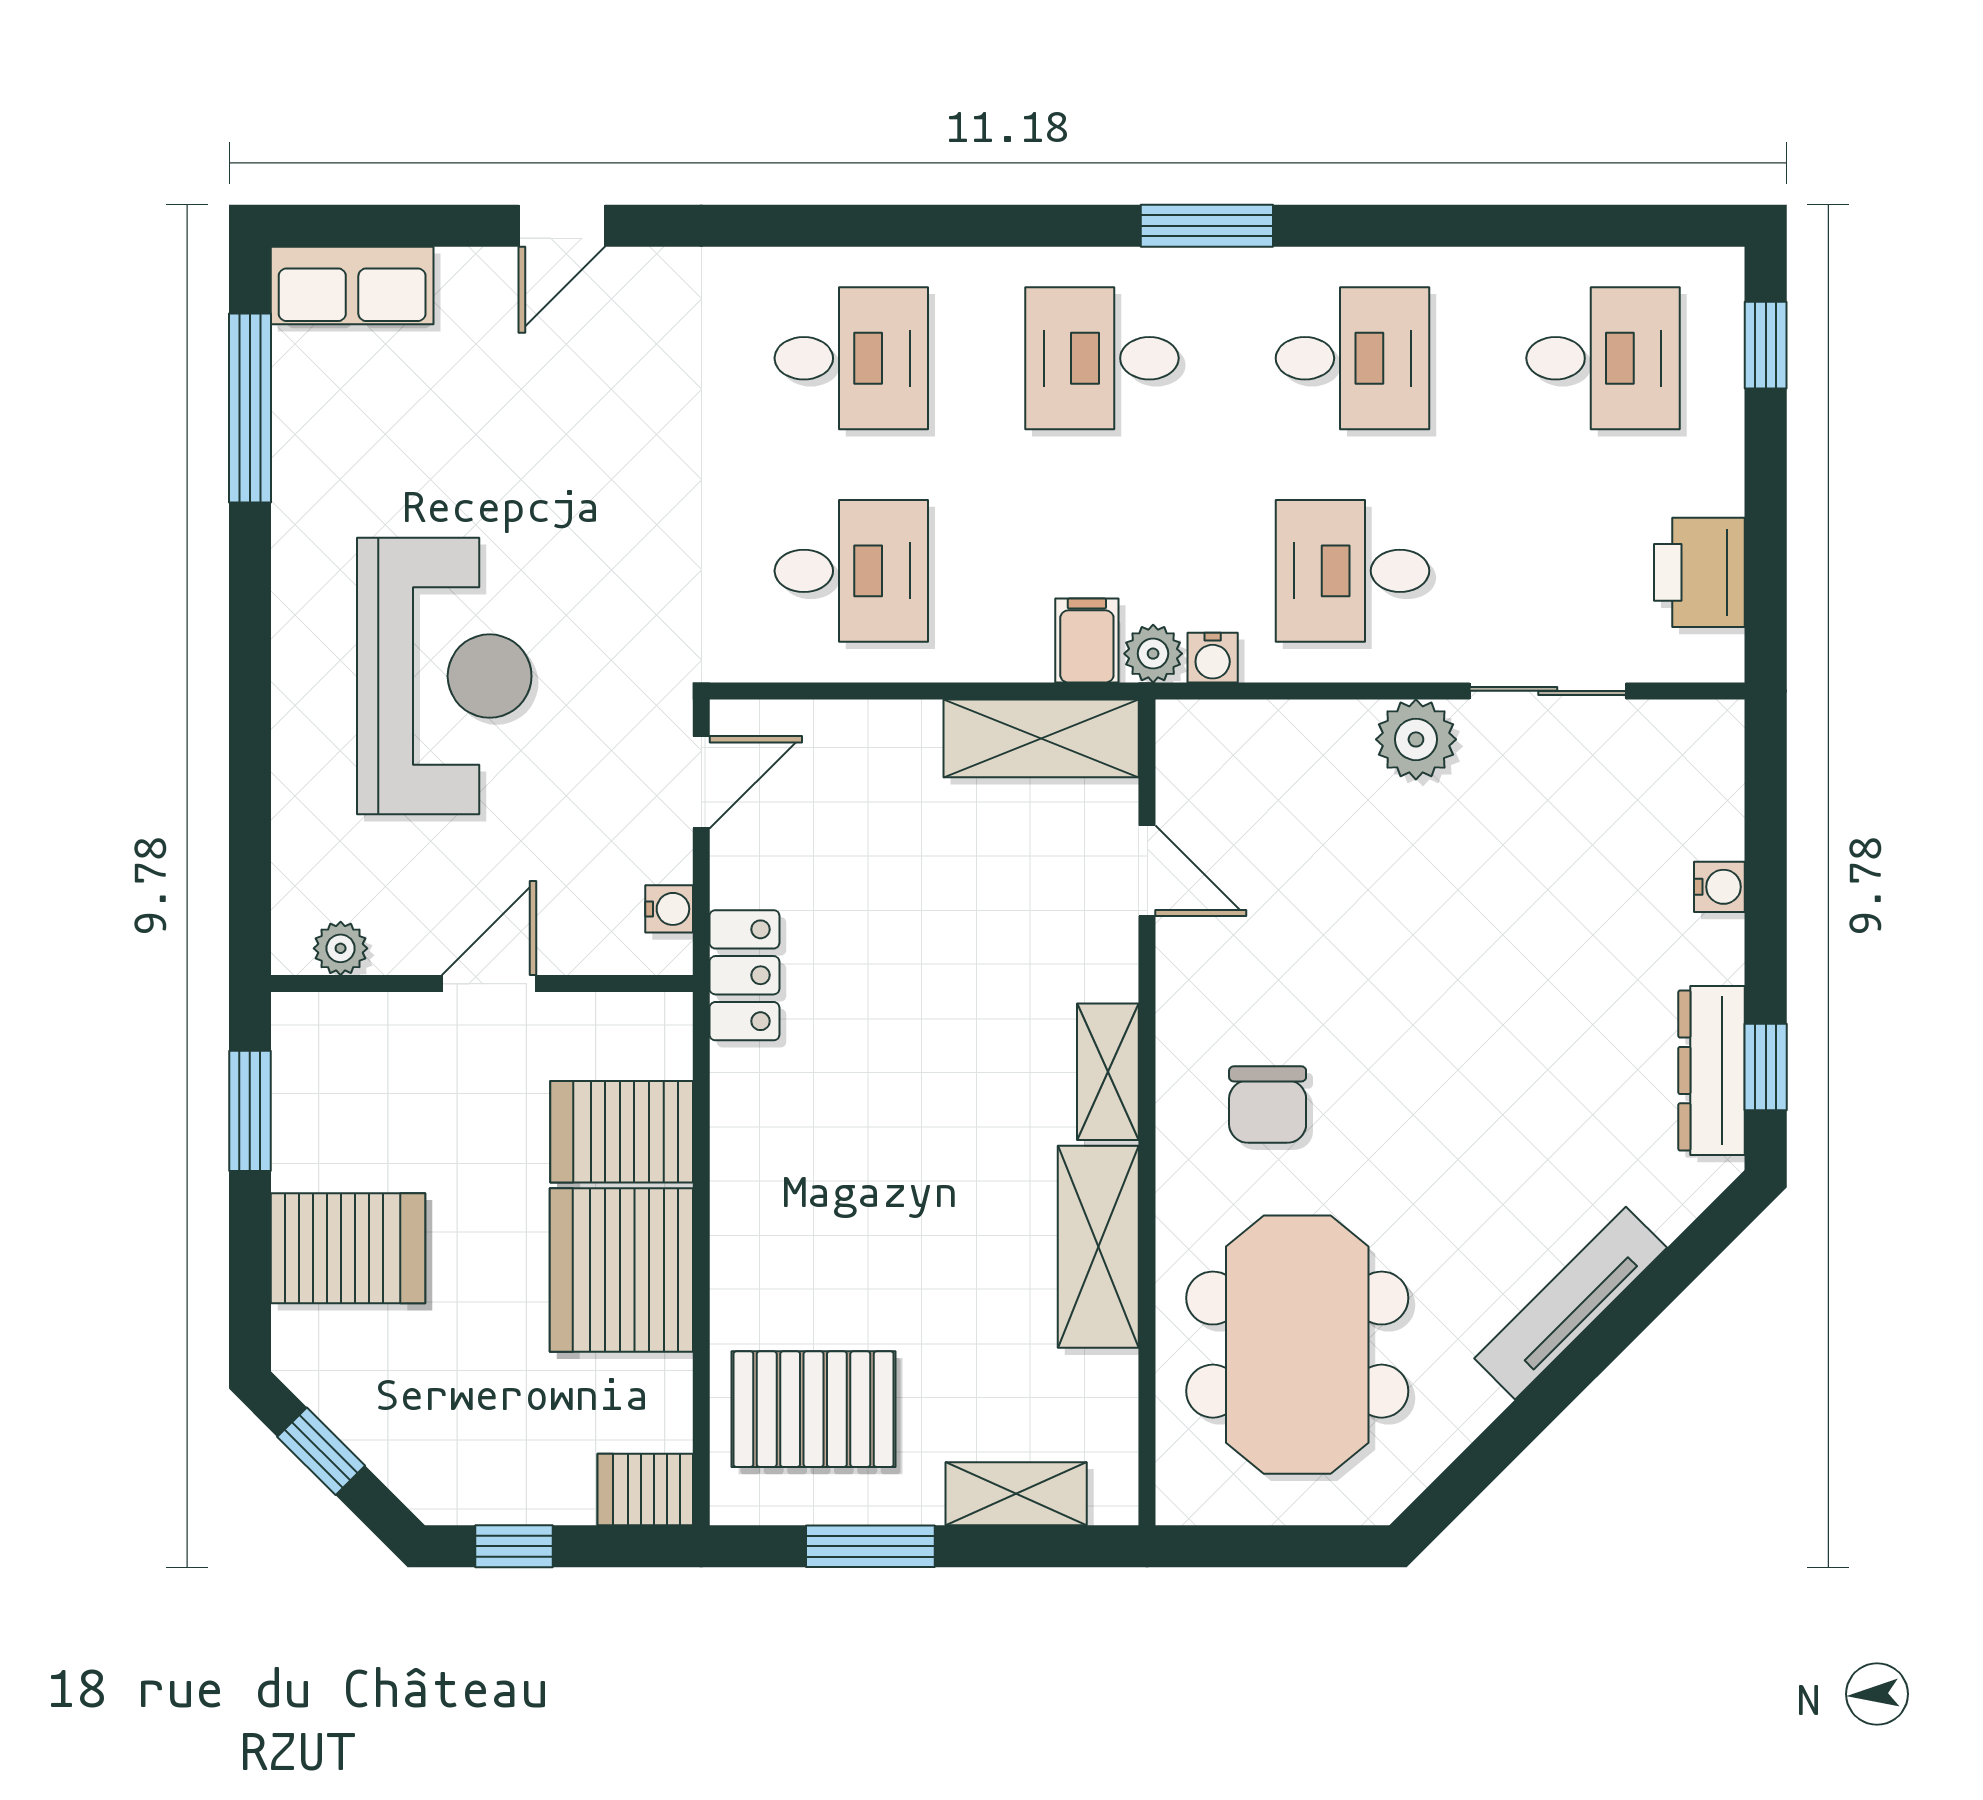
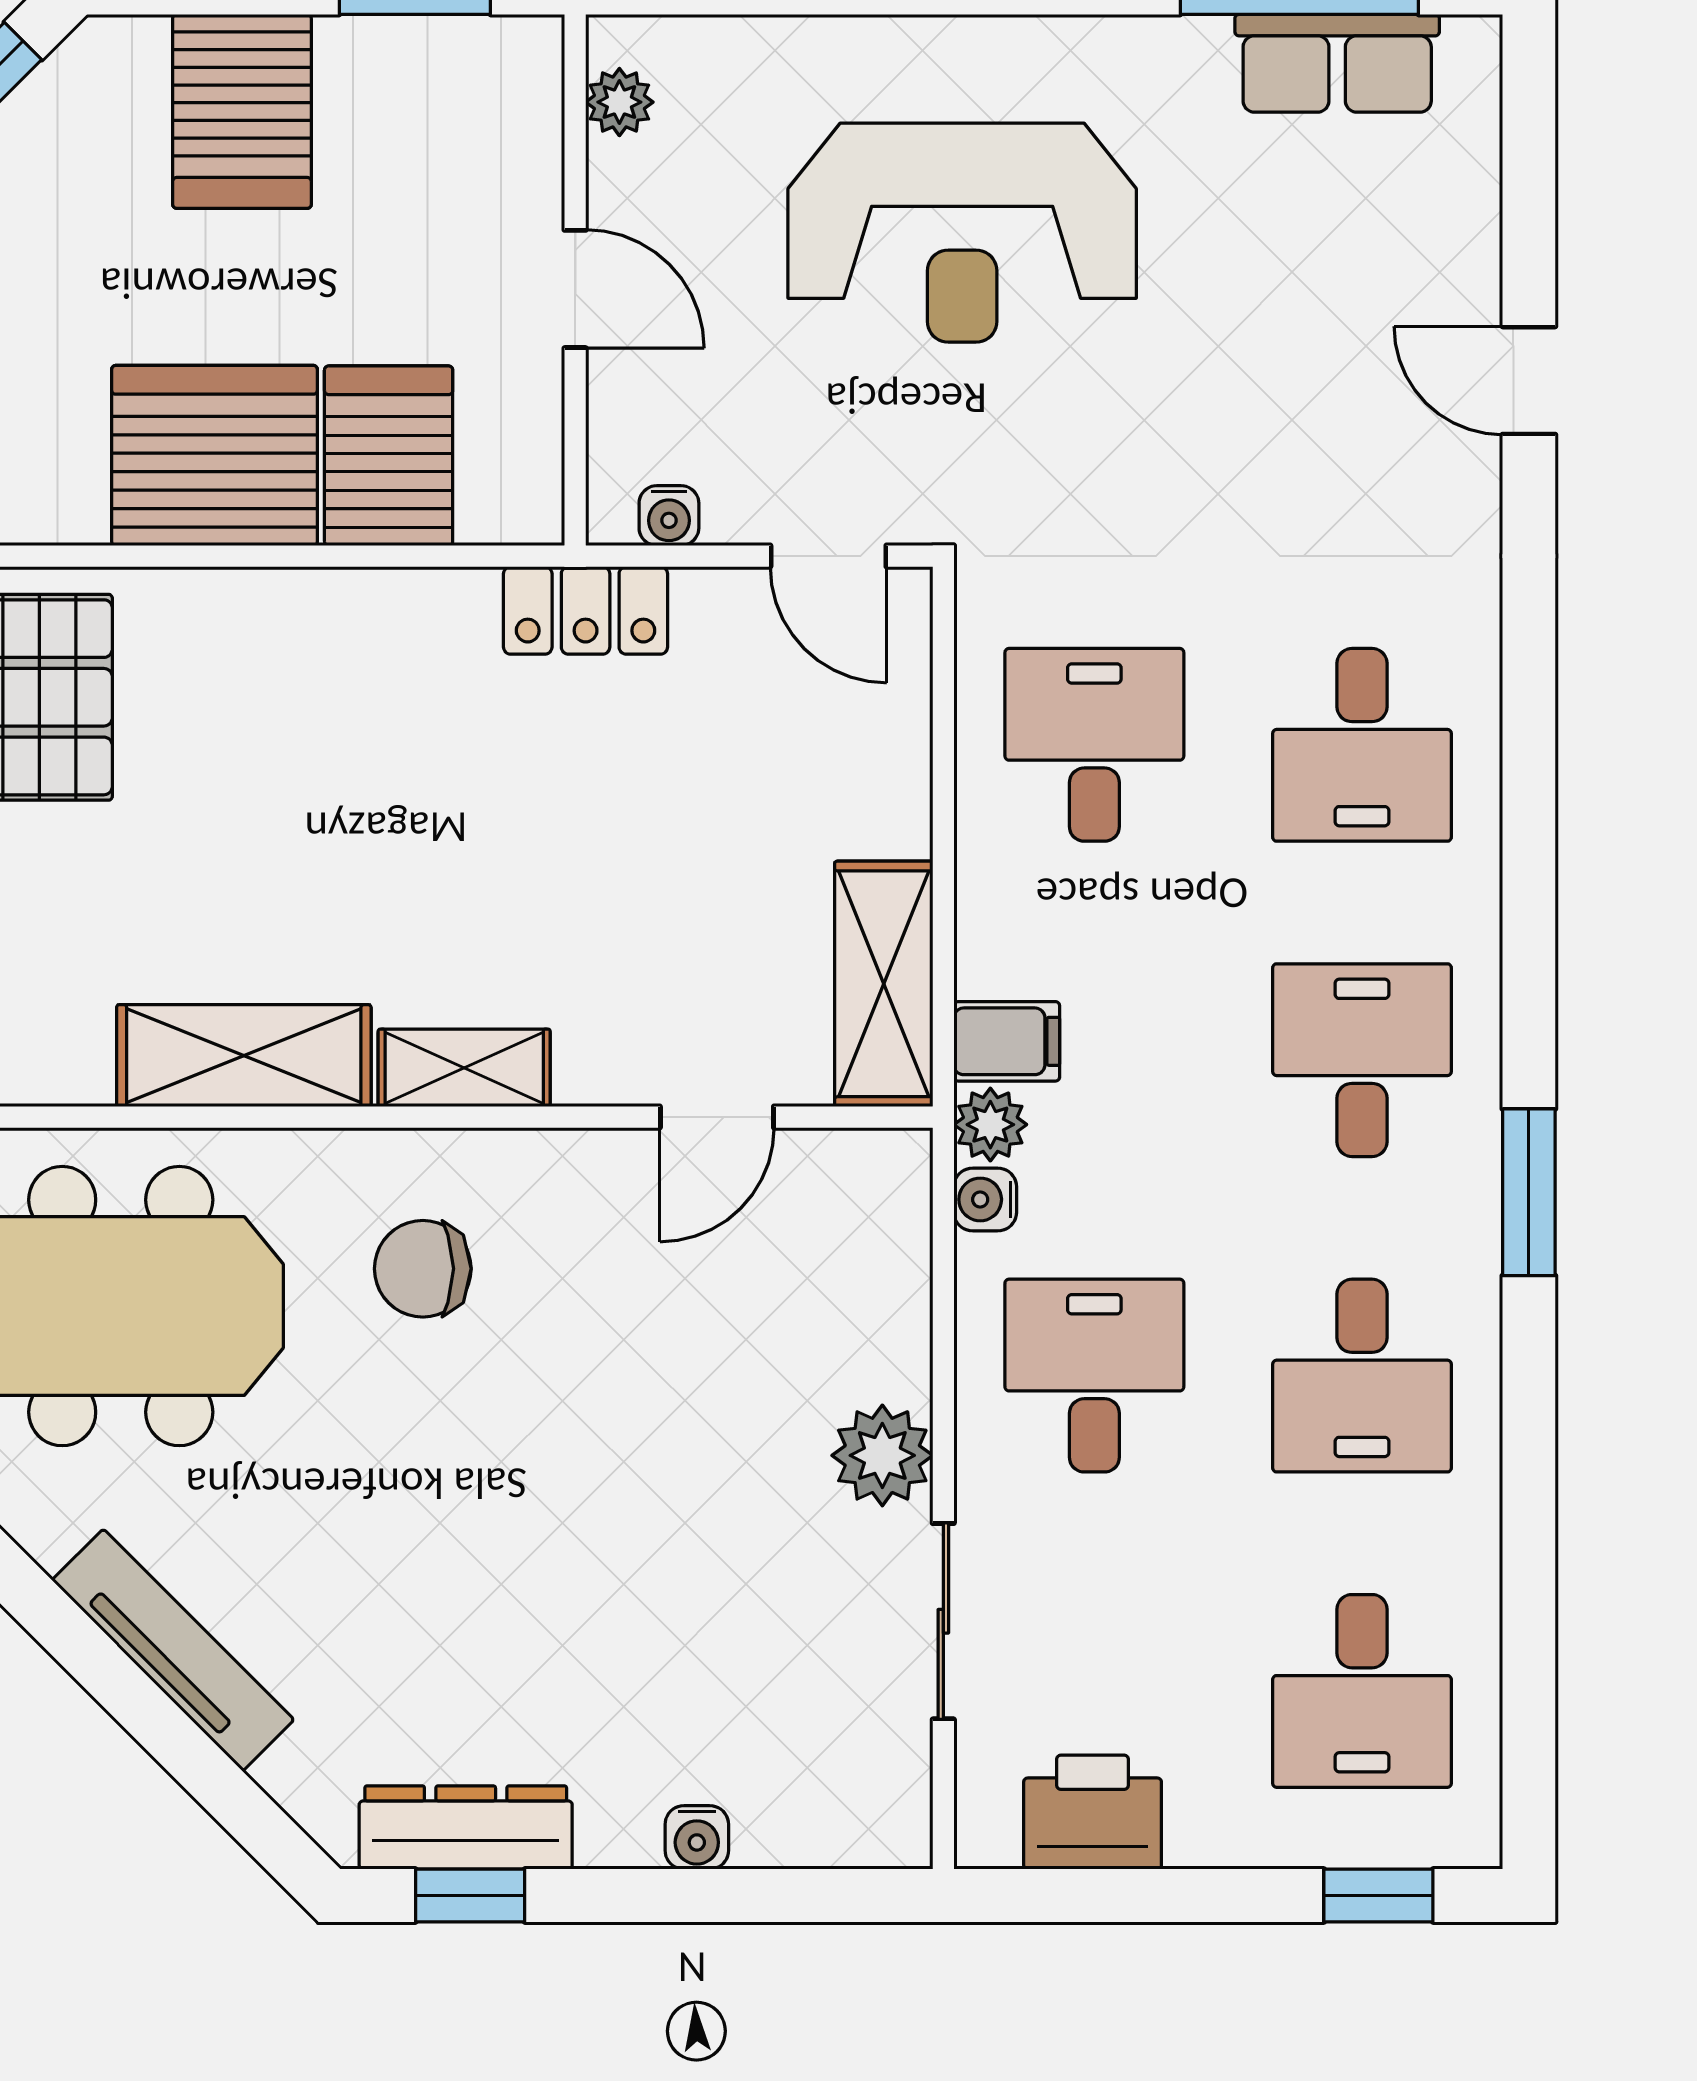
row of seats: (352, 285) -> (1337, 63), moved, turned -90
desk: (851, 571) -> (1094, 745), turned 180

